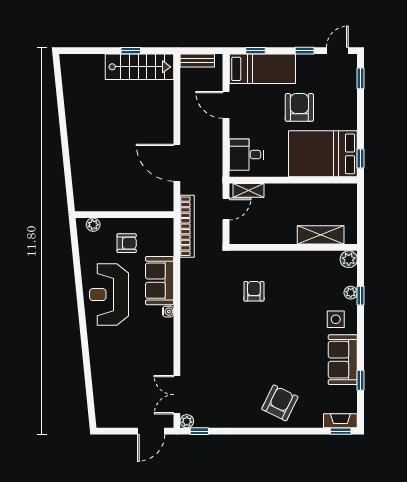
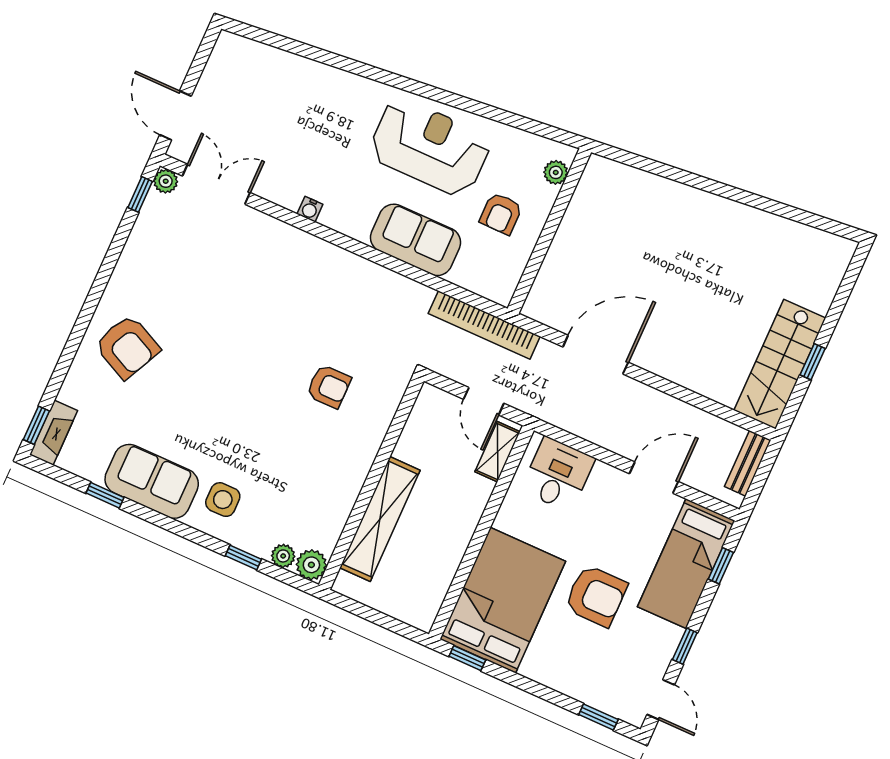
shelving: (321, 235) -> (380, 519), width x1.47
plant: (351, 293) -> (283, 556), moved
water cooler: (168, 312) -> (310, 209), moved

